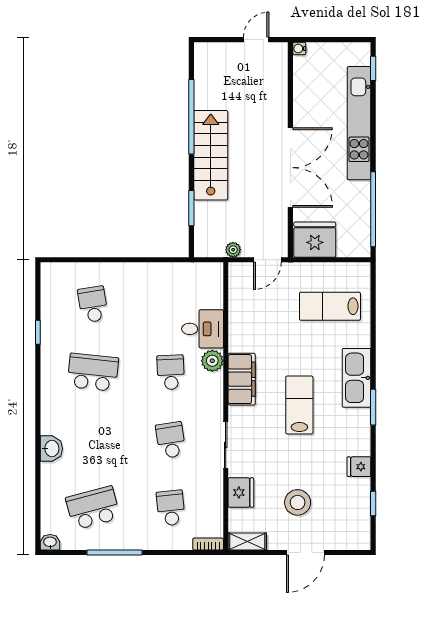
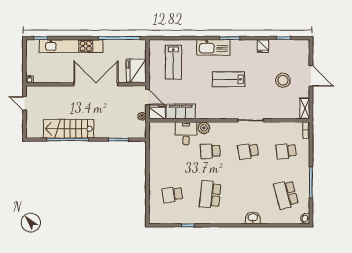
stairs: (211, 155) -> (69, 129), moved
filing cabinet: (242, 379) -> (181, 112), moved
fridge: (241, 493) -> (157, 112), moved

